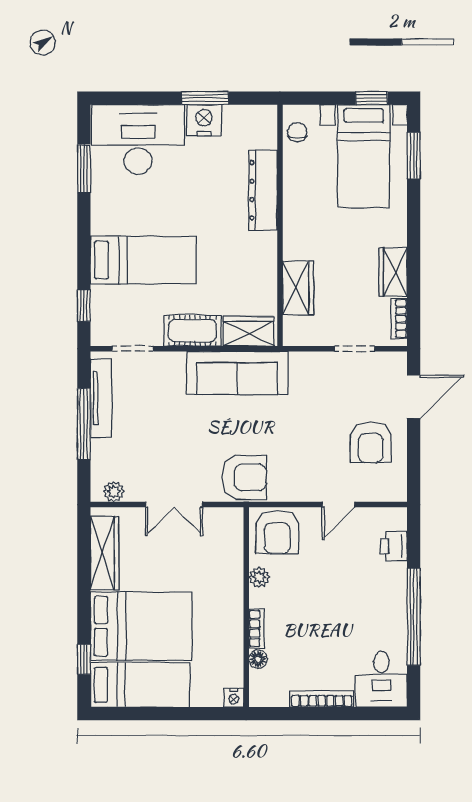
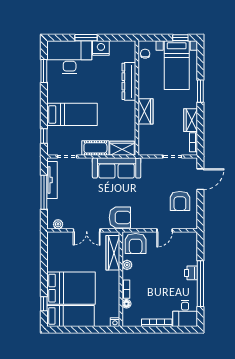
window: (205, 98) -> (86, 38), moved
window: (414, 156) -> (200, 91), moved
wardrobe: (298, 288) -> (146, 111), moved
printer: (394, 546) -> (191, 273), moved
wardrobe: (105, 553) -> (113, 253), moved, turned 180

